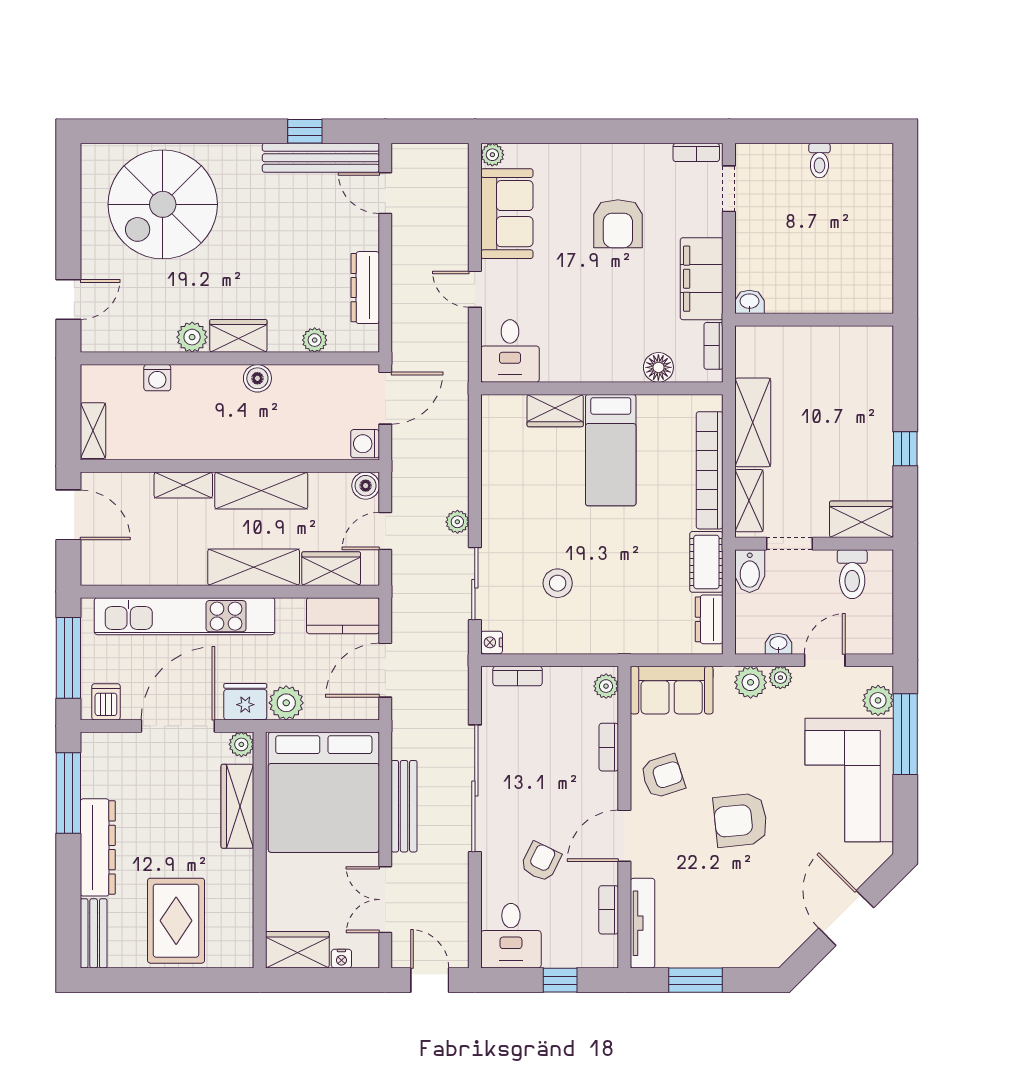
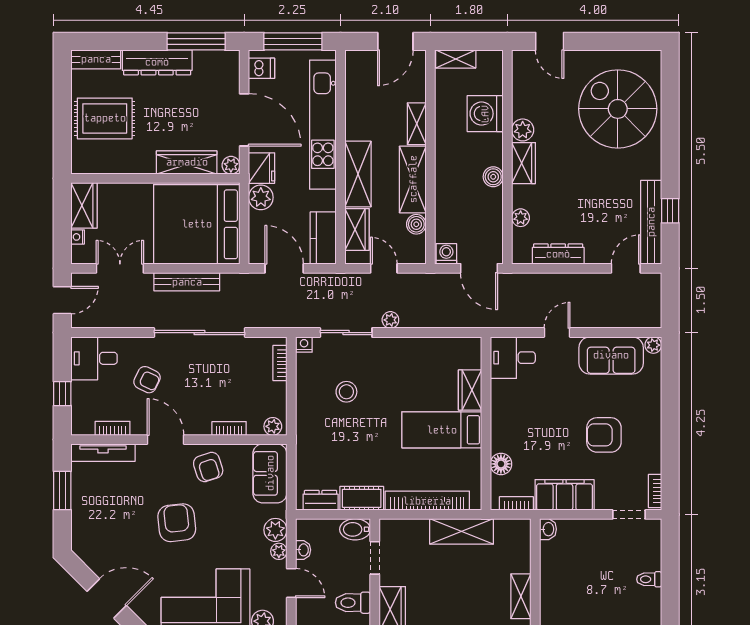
washing machine: (157, 378) -> (485, 114), width x1.89, depth x1.89
boiler: (366, 486) -> (416, 224), moved
shelving: (749, 501) -> (521, 596), moved, turned 90

